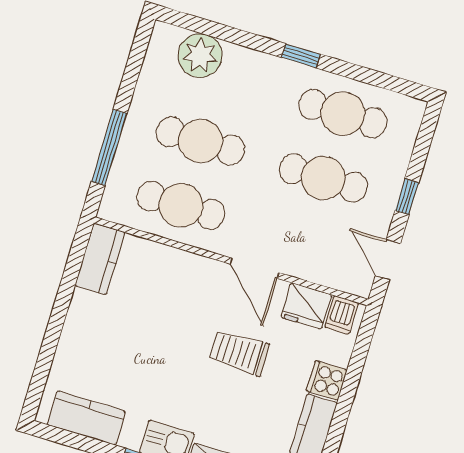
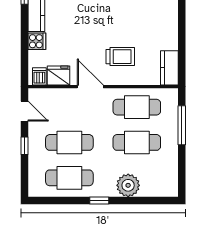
plant: (200, 56) -> (128, 185), moved
trolley: (239, 353) -> (120, 57), moved

